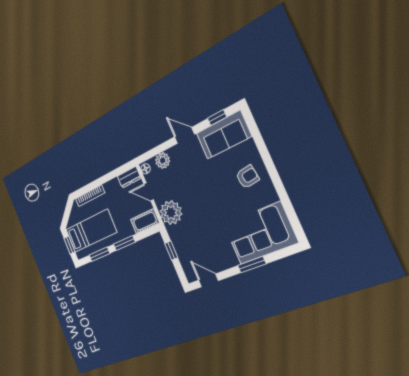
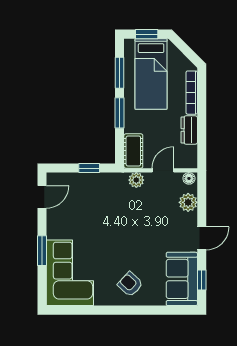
dresser: (129, 177) -> (189, 130), moved
armchair: (247, 177) -> (130, 284), turned 141
plant: (171, 213) -> (136, 180), width x0.53, depth x0.53

